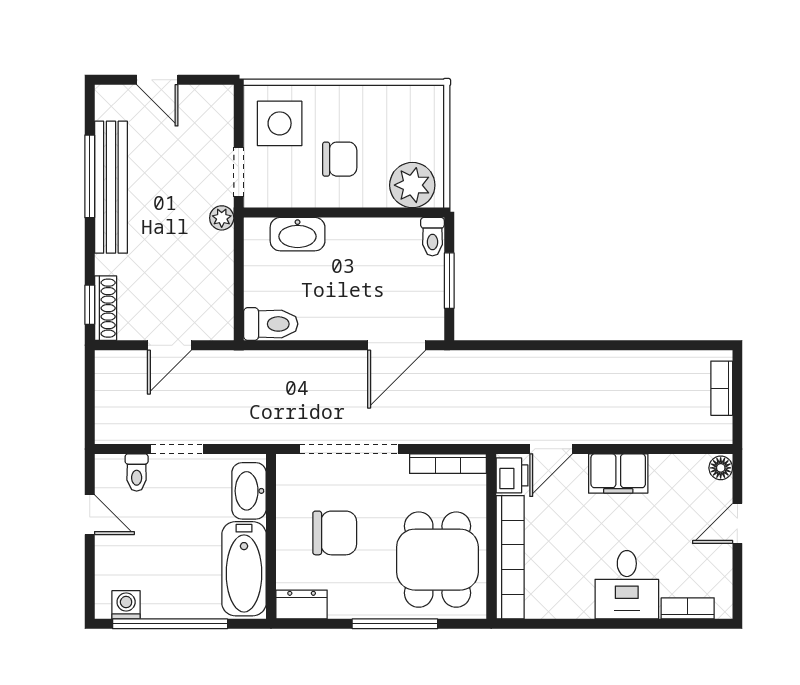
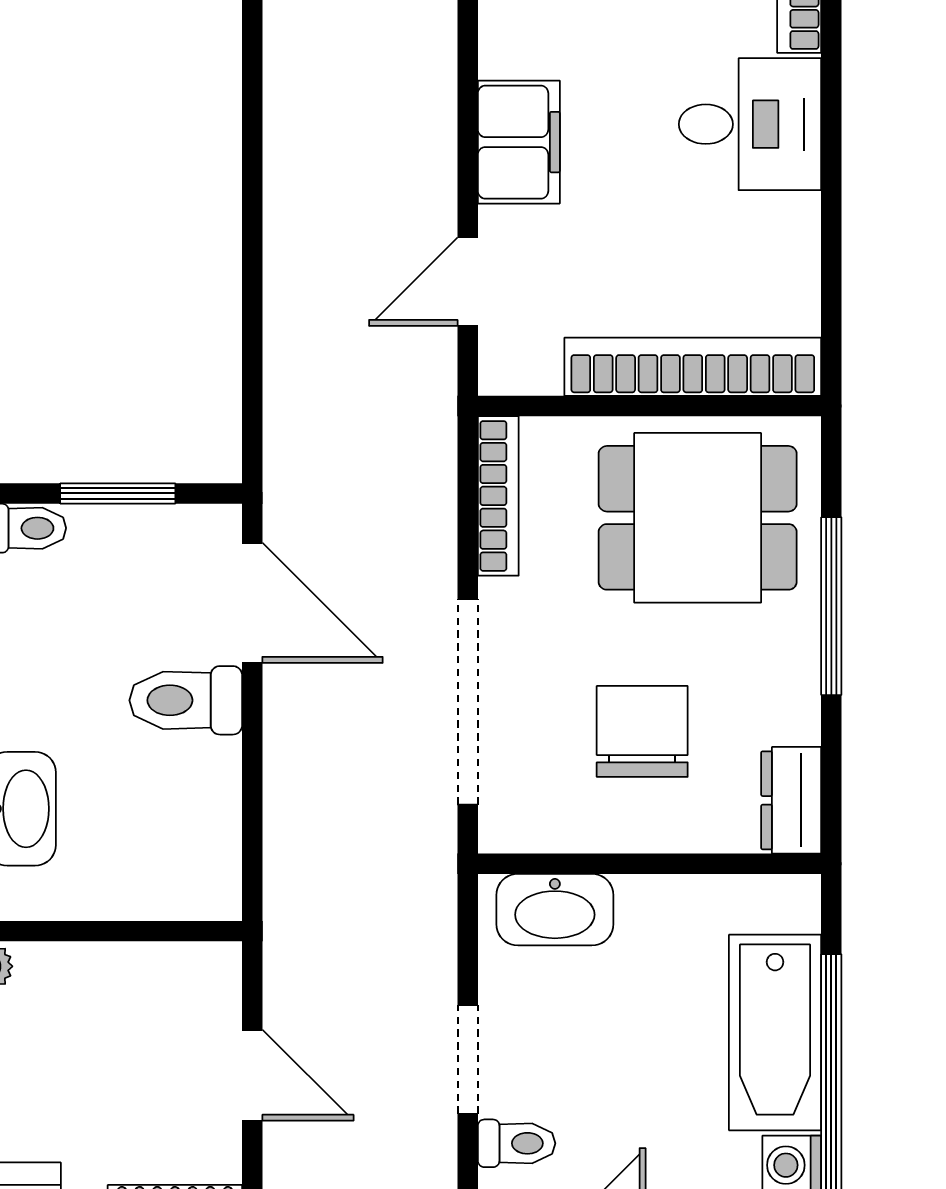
toilet: (271, 324) -> (186, 700), moved, turned -90
door: (551, 449) -> (468, 282), swing flipped
printer: (512, 475) -> (523, 363), removed
bathtub: (244, 569) -> (775, 1033), moved, turned 90

